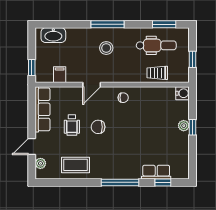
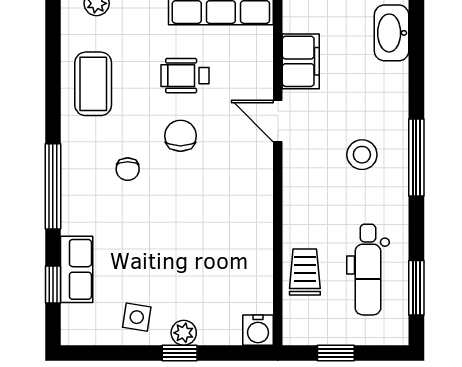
filing cabinet: (60, 75) -> (301, 61), width x2.00
chair: (123, 98) -> (128, 169), moved
side table: (177, 146) -> (137, 317), added

